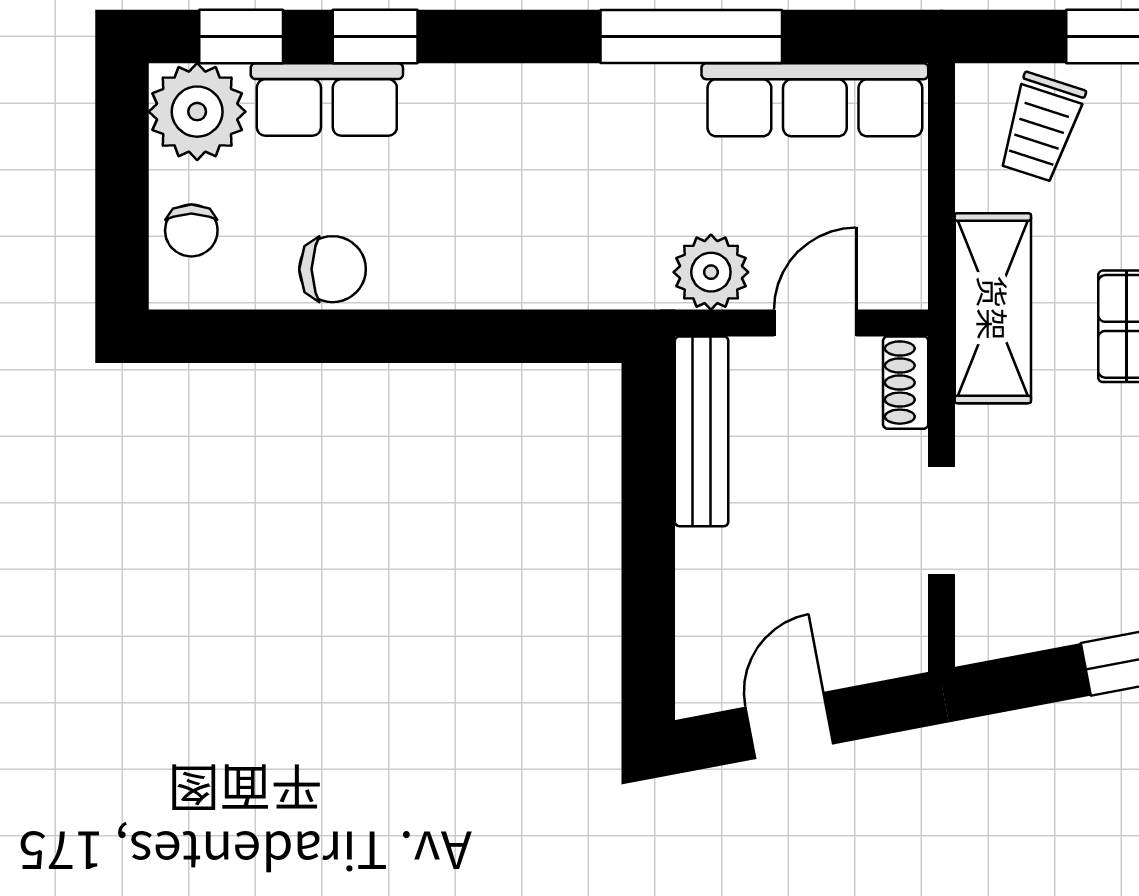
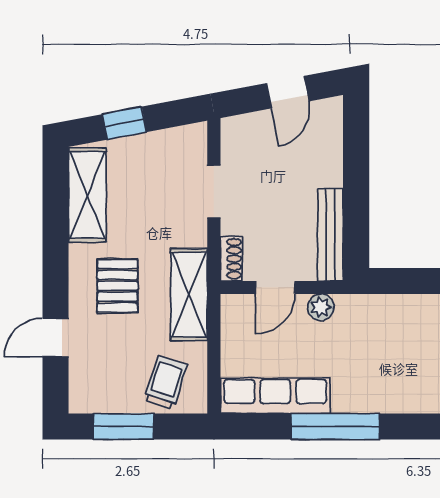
plant: (711, 272) -> (321, 307), width x0.73, depth x0.73

